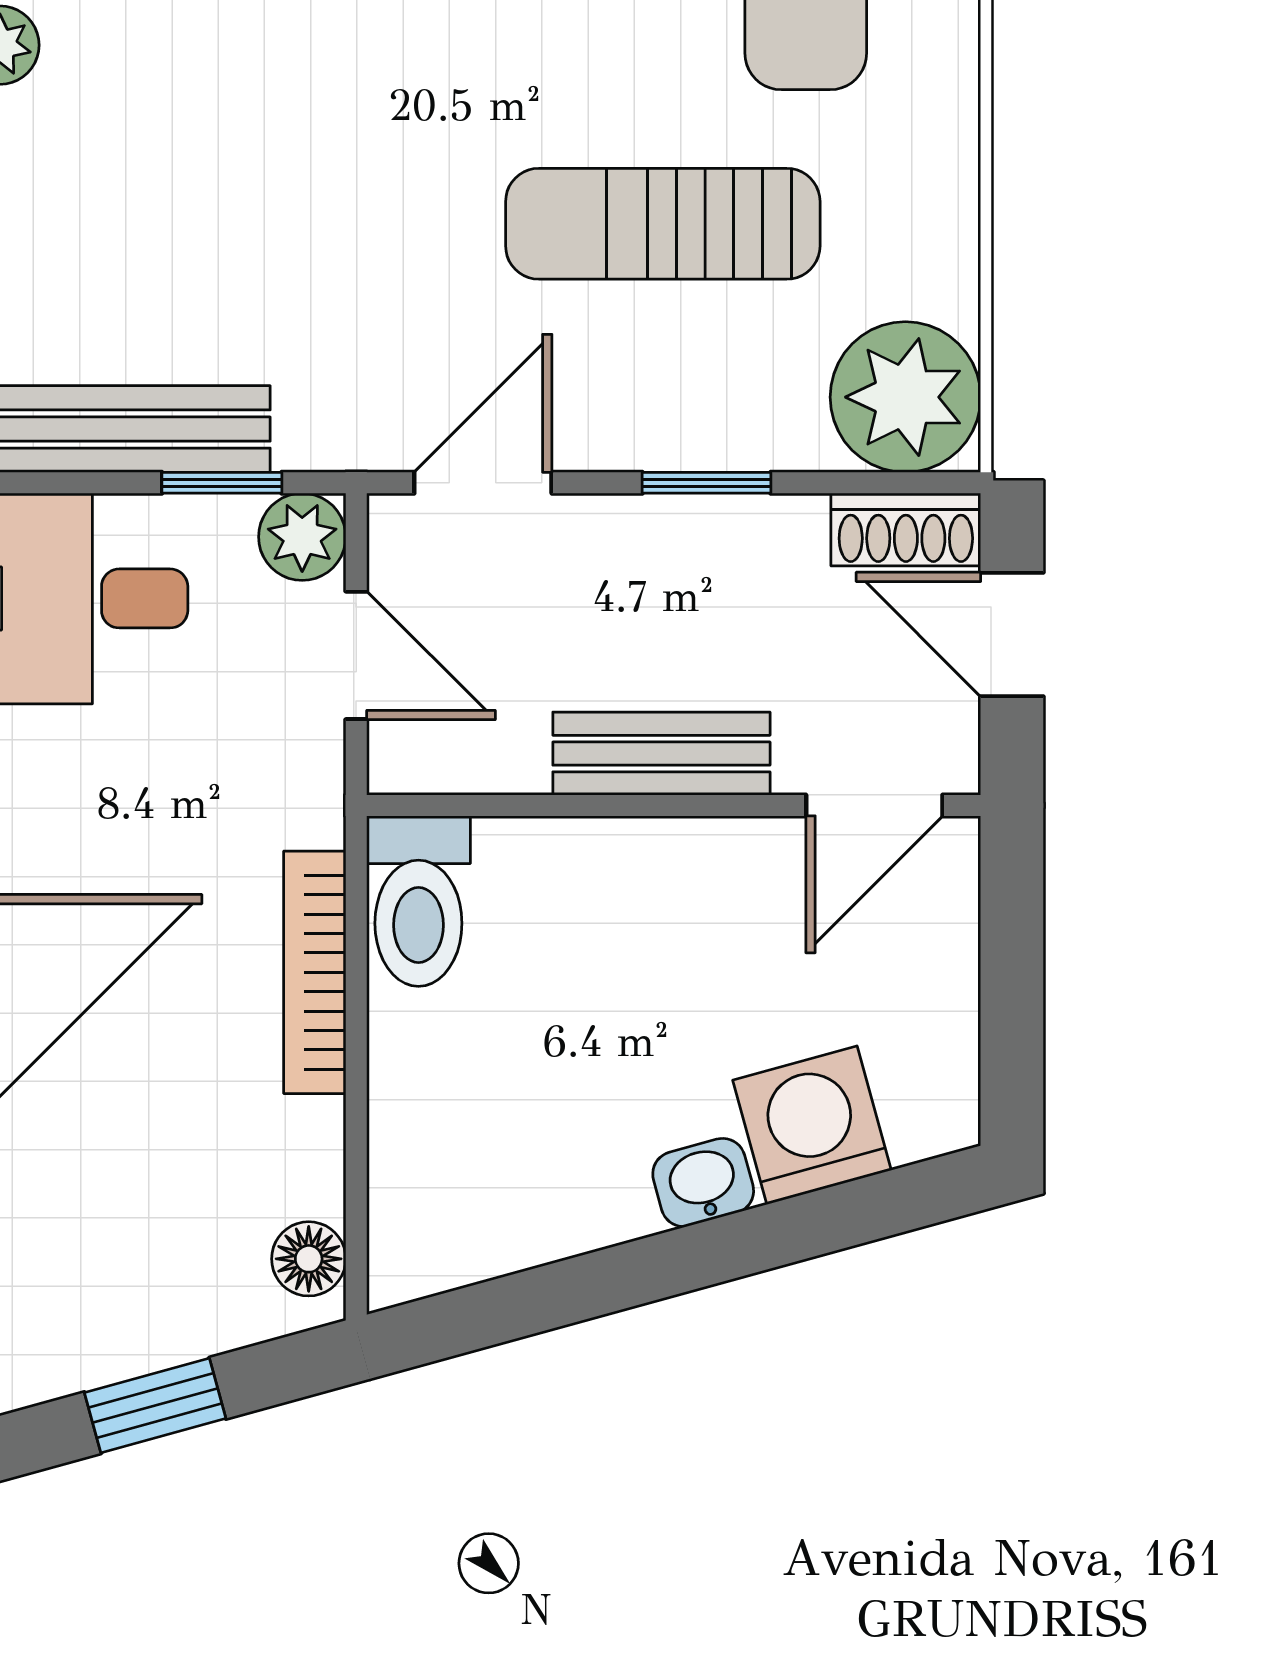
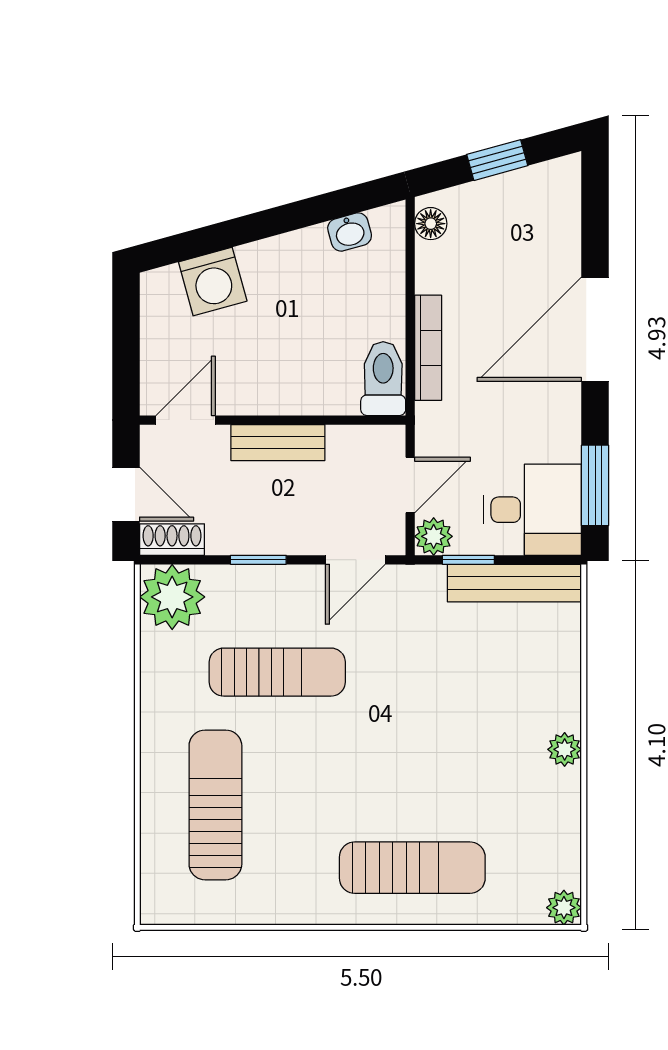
door: (356, 655) -> (410, 485), swing flipped
washbasin: (703, 1183) -> (350, 232), moved

